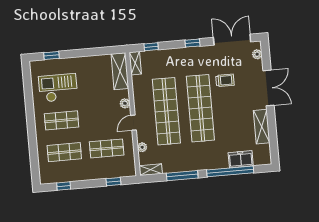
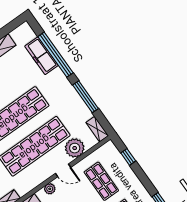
plant: (142, 147) -> (75, 148), width x1.88, depth x1.88
freezer: (241, 159) -> (42, 56), width x1.40

